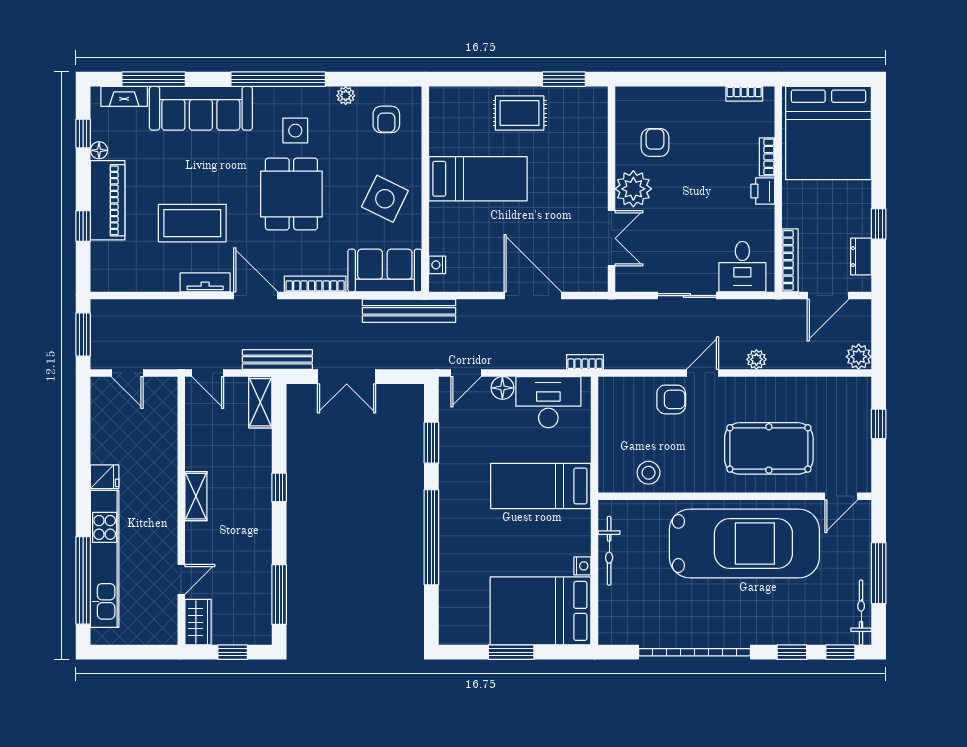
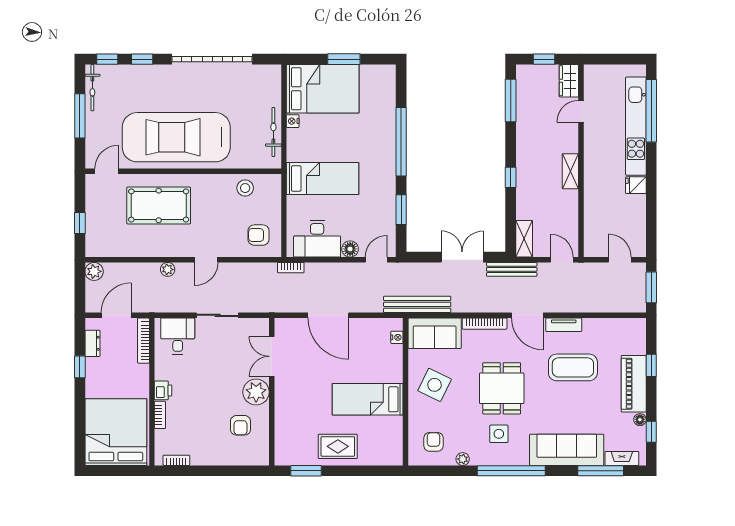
armchair: (671, 399) -> (259, 235), moved

